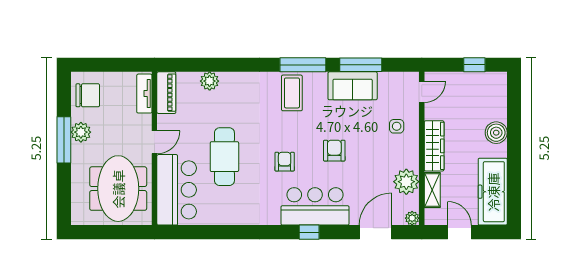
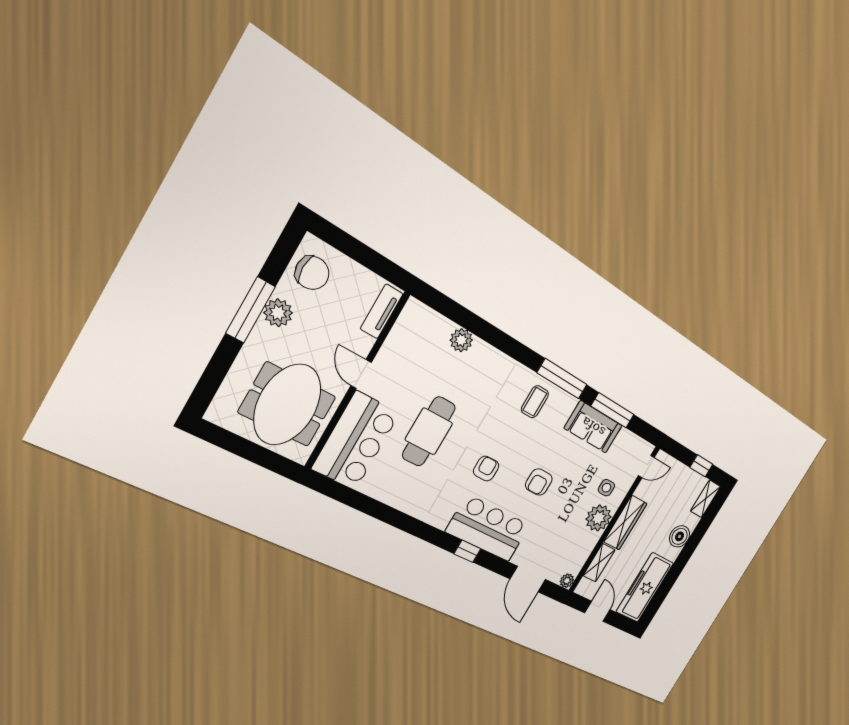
shelving: (499, 89) -> (706, 499), added
piano: (166, 93) -> (407, 325), removed
coffee table: (292, 93) -> (535, 402), width x0.73, depth x0.77
door: (154, 142) -> (361, 374), swing flipped
armchair: (334, 151) -> (539, 482), turned 180
plant: (406, 182) -> (599, 518), moved
door: (375, 232) -> (528, 579), swing flipped

